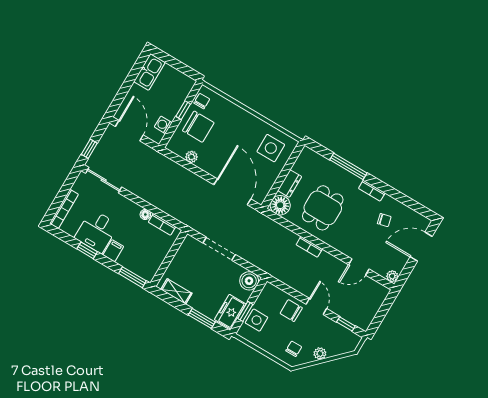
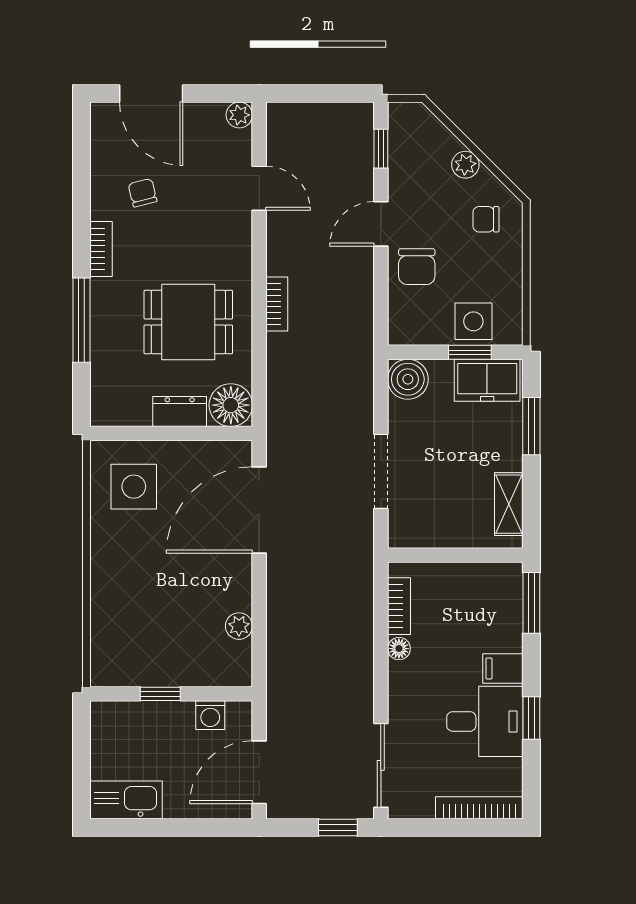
chair: (202, 101) -> (123, 669), removed
chair: (198, 127) -> (174, 647), removed

